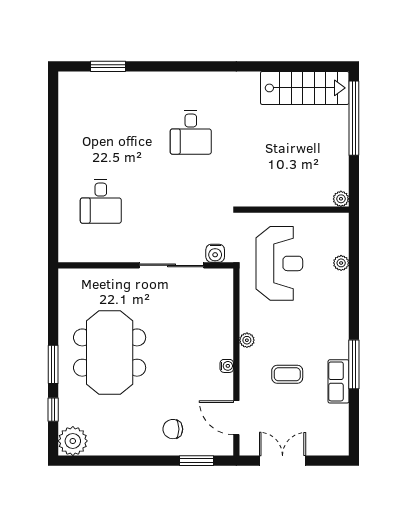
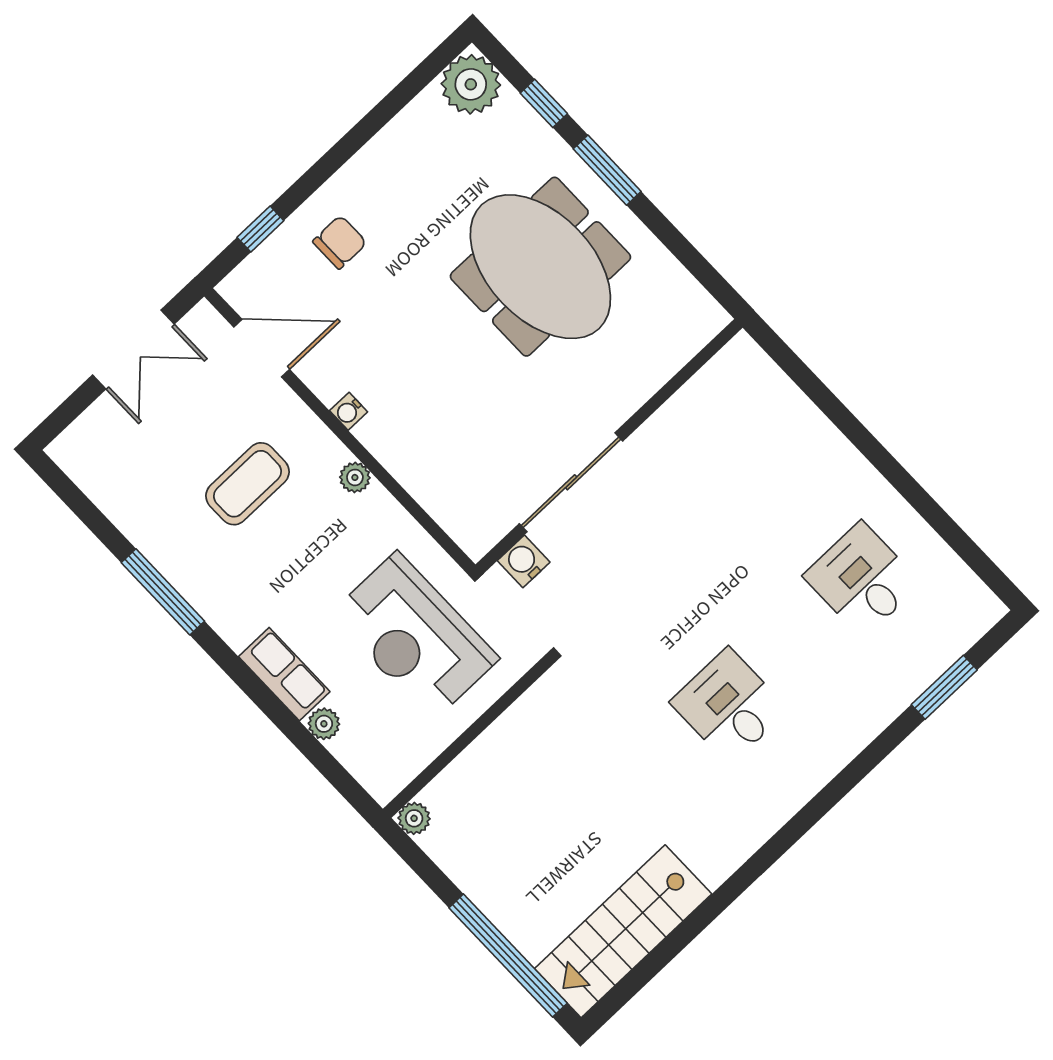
desk: (101, 201) -> (862, 580), moved
coffee table: (287, 374) -> (247, 484), width x1.36, depth x1.30
row of seats: (338, 381) -> (284, 674), moved
window: (197, 461) -> (260, 229), width x0.67

